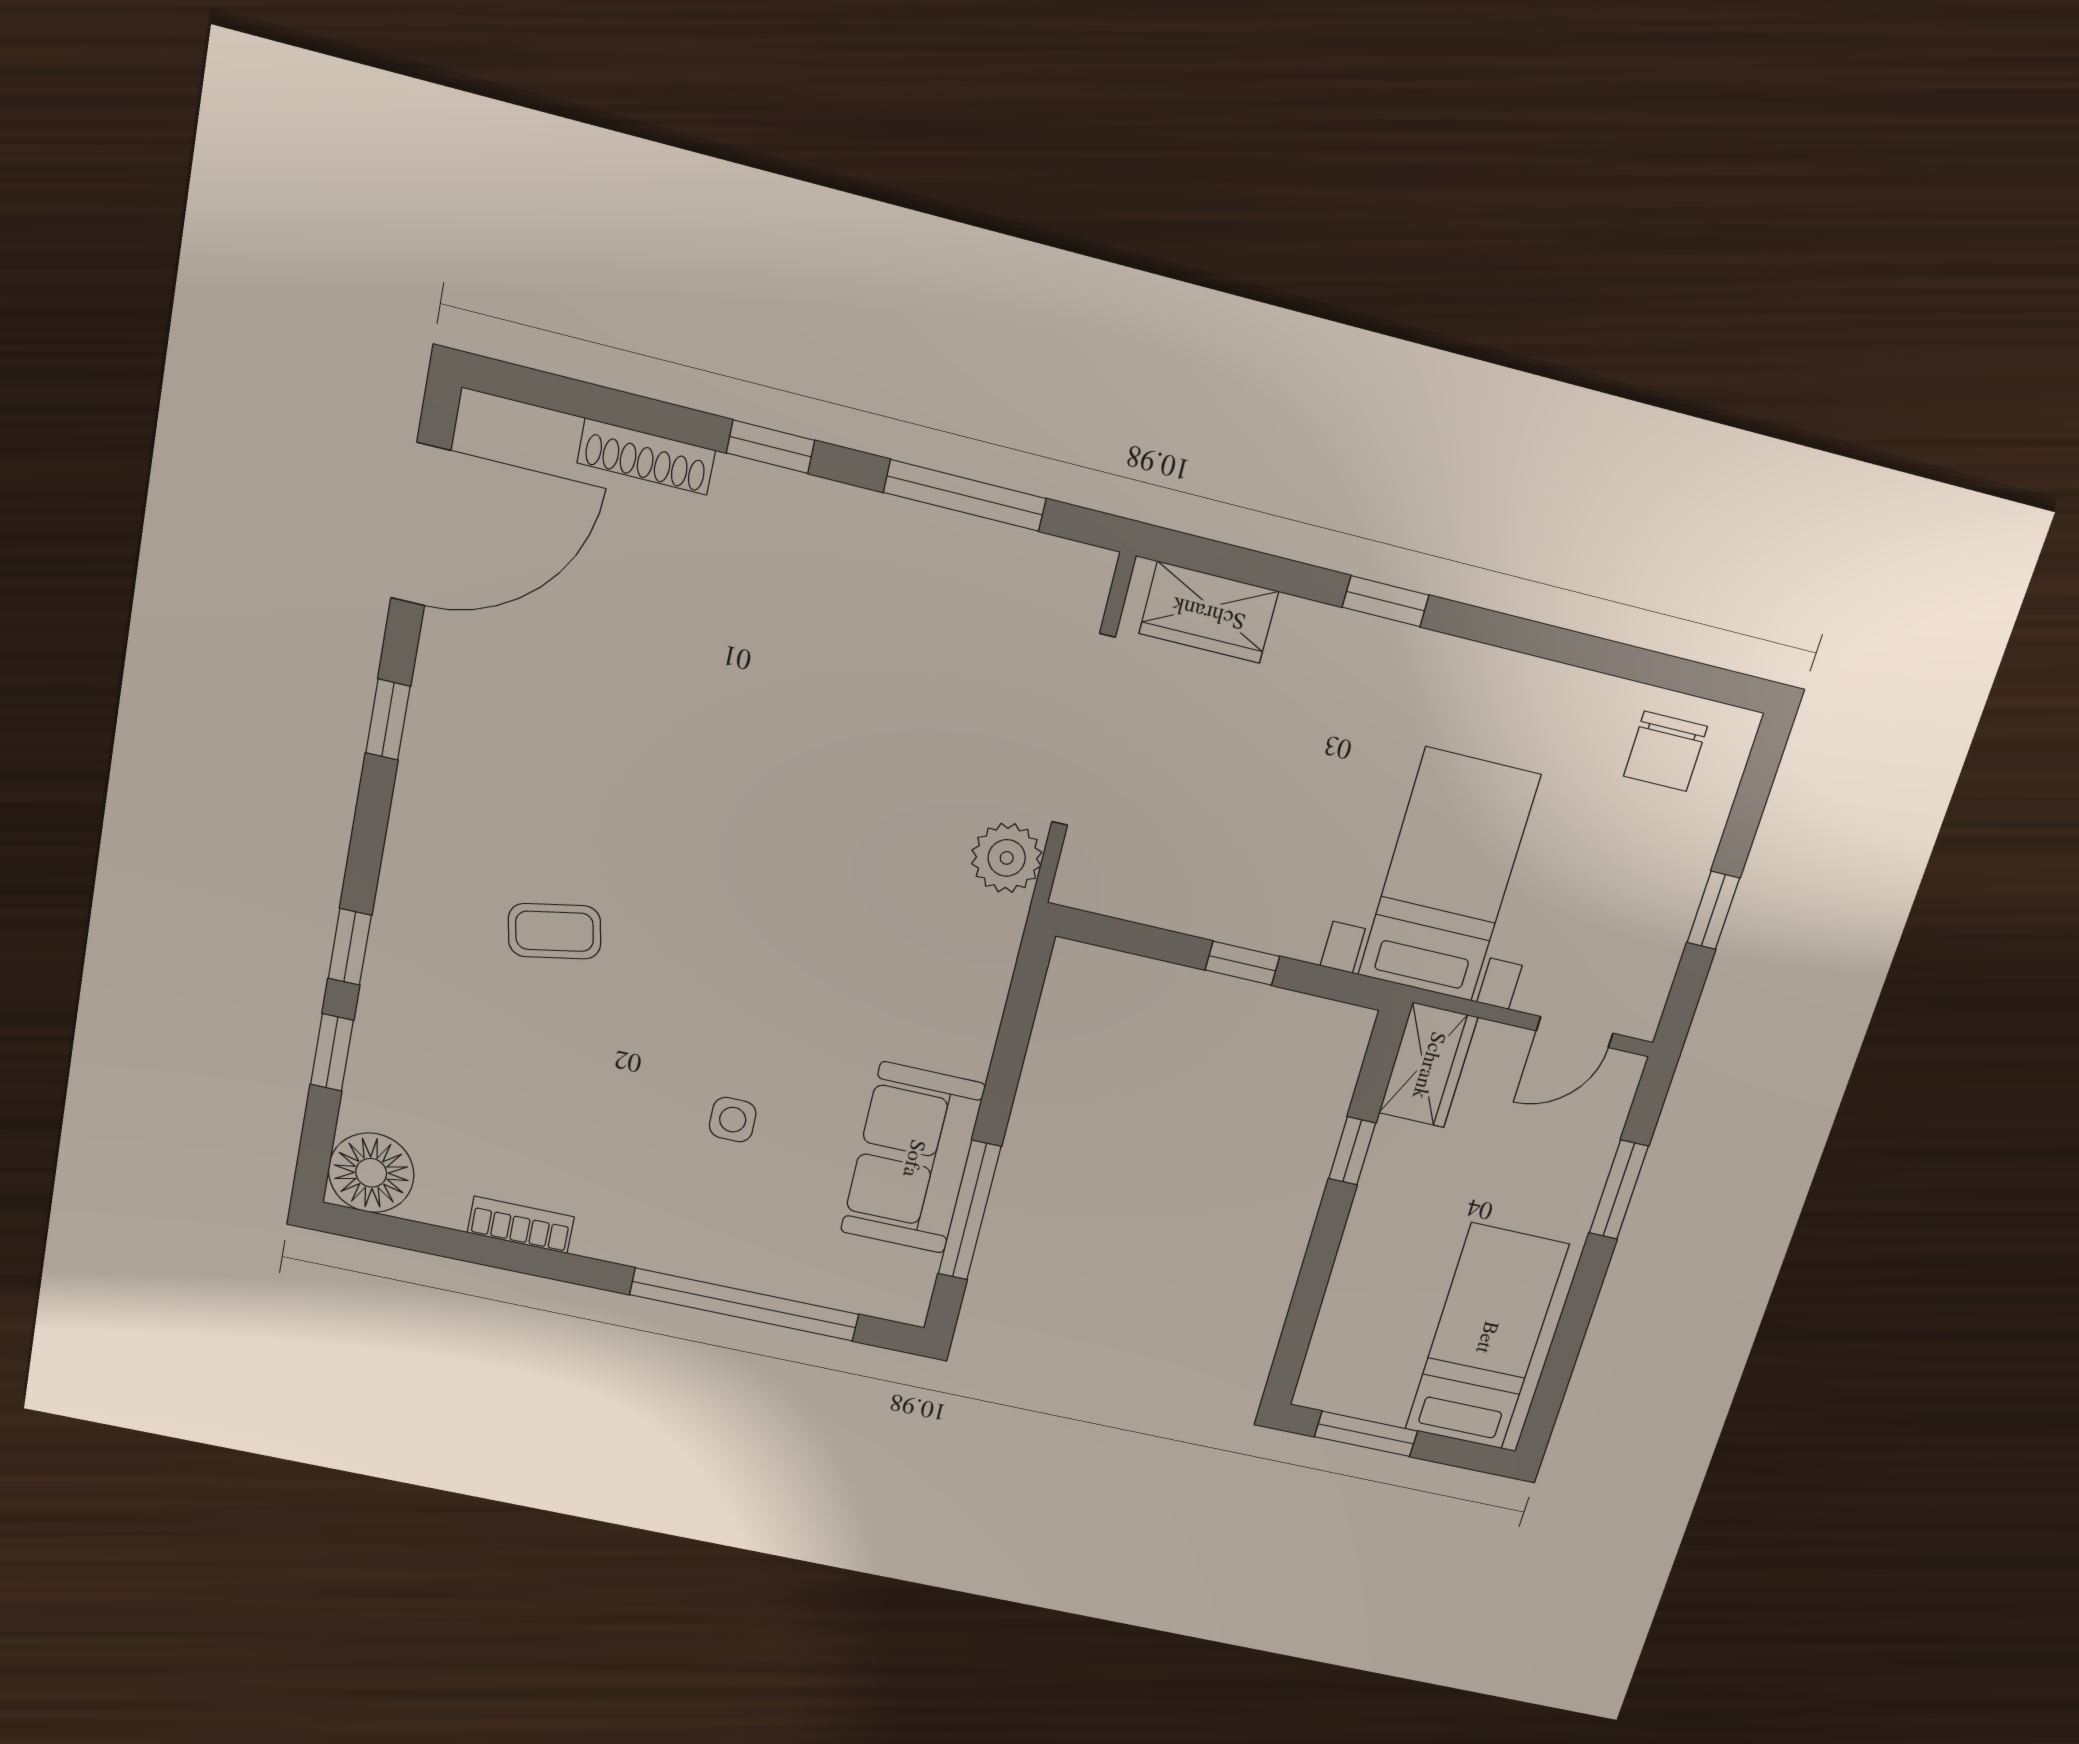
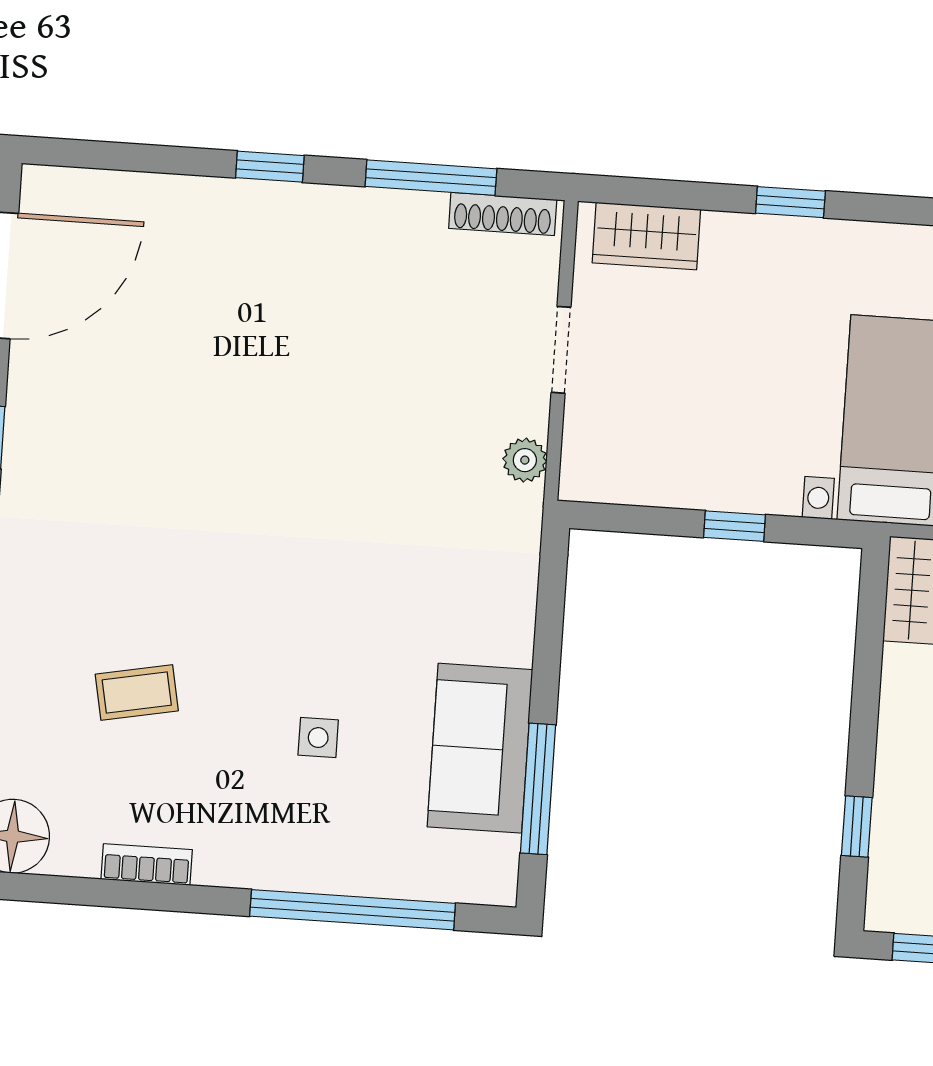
shoe rack: (646, 457) -> (503, 214), moved
doorway: (1083, 730) -> (561, 350), width x0.53
plant: (1007, 858) -> (525, 460), width x0.73, depth x0.73
coffee table: (555, 931) -> (137, 693), moved
window: (1352, 1151) -> (857, 827), moved

